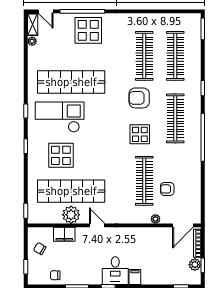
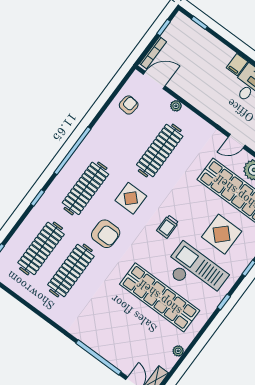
display table: (88, 30) -> (106, 335), removed
plant: (32, 41) -> (178, 351), moved
checkout: (60, 117) -> (196, 272), turned 180
trolley: (101, 134) -> (168, 227), added
armchair: (167, 189) -> (129, 105), moved, turned -84
door: (97, 225) -> (237, 141), hinge flipped
plant: (195, 265) -> (171, 34), removed

